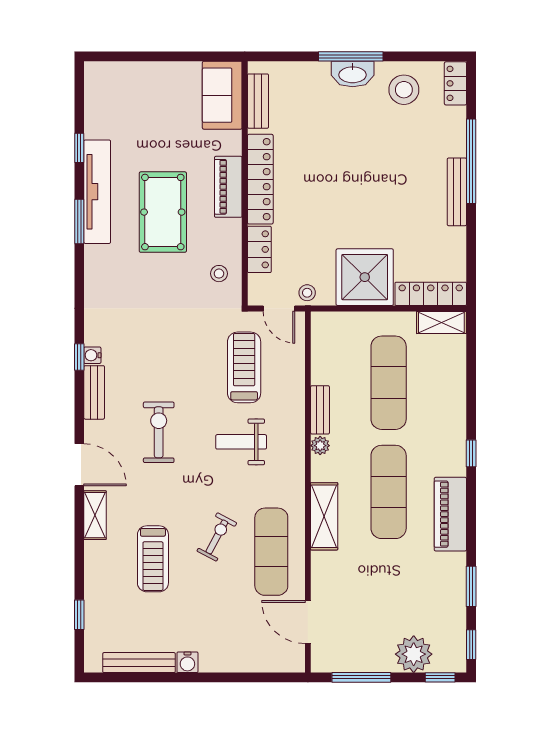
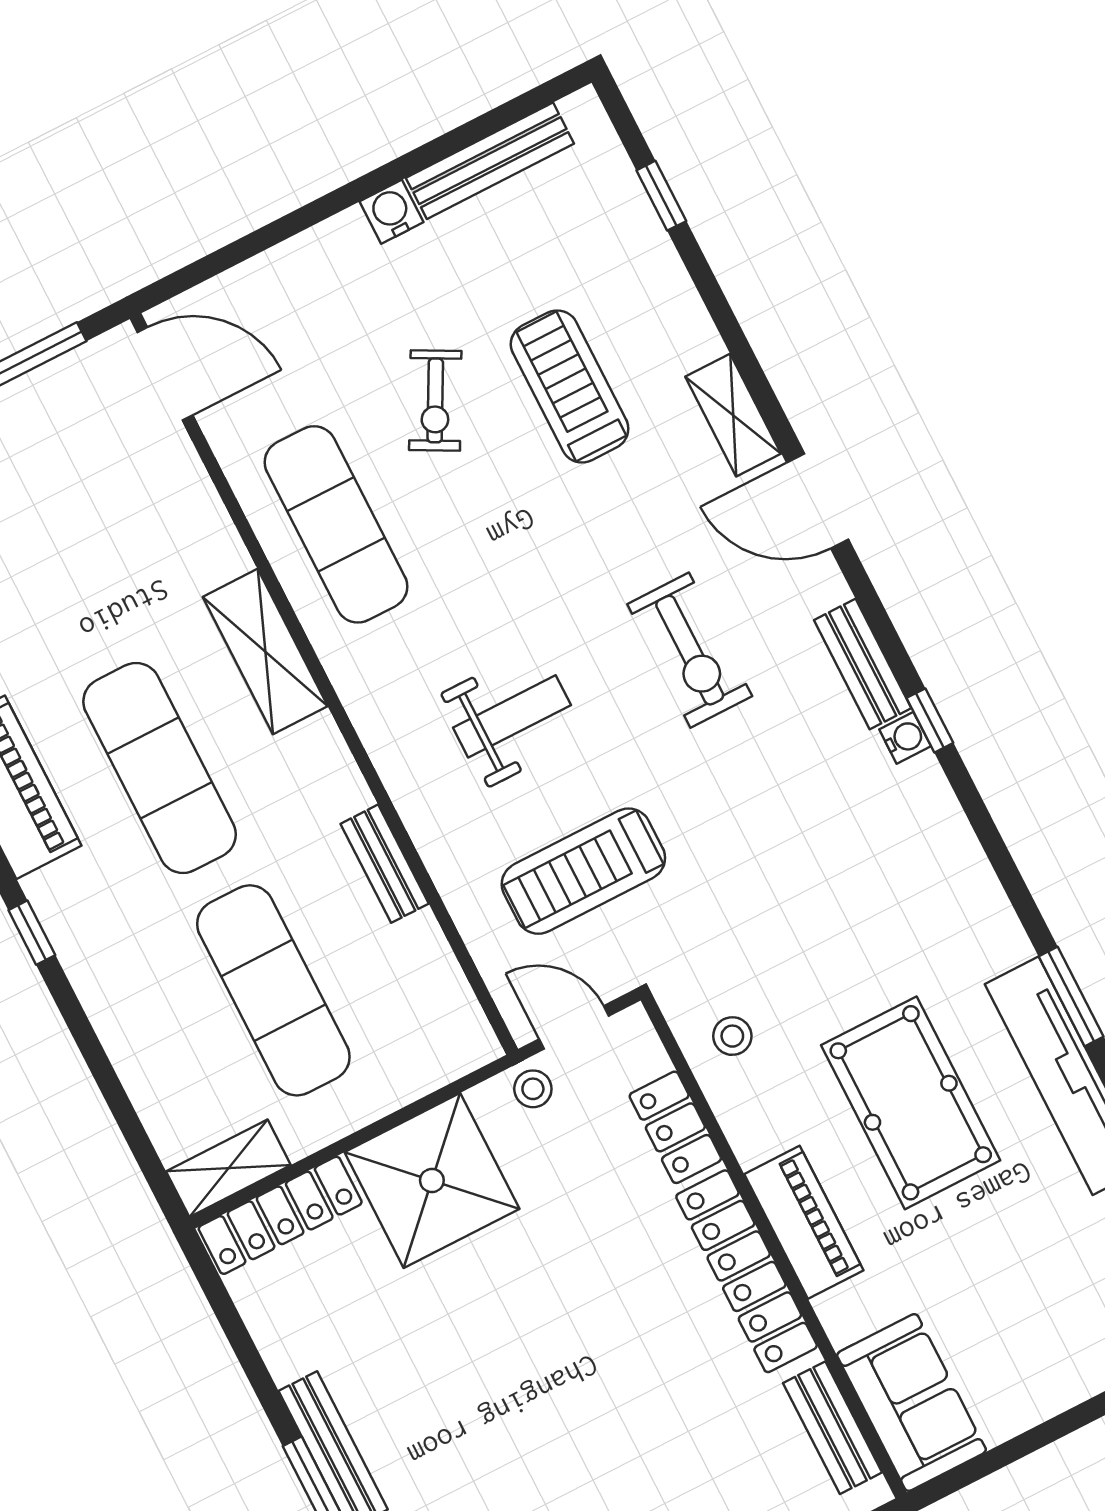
treadmill: (244, 367) -> (583, 871), turned 90
plant: (320, 446) -> (347, 791), removed
exercise bike: (217, 537) -> (435, 400), moved
door: (308, 622) -> (165, 374), moved

